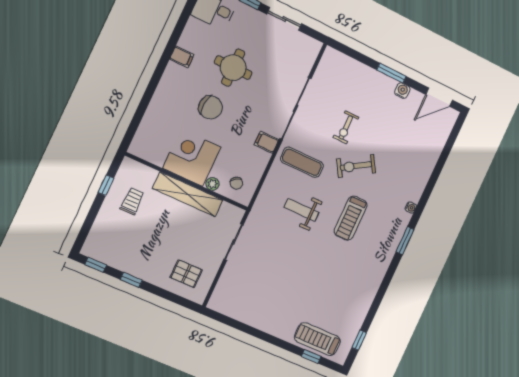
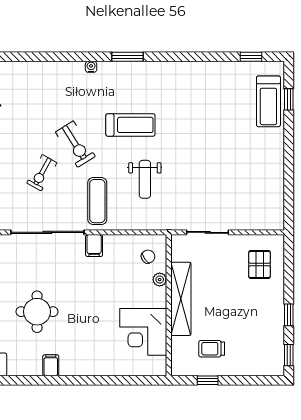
chair: (211, 107) -> (86, 316), removed
exercise bike: (346, 127) -> (42, 173), turned 119
corner desk: (192, 158) -> (143, 332), moved

